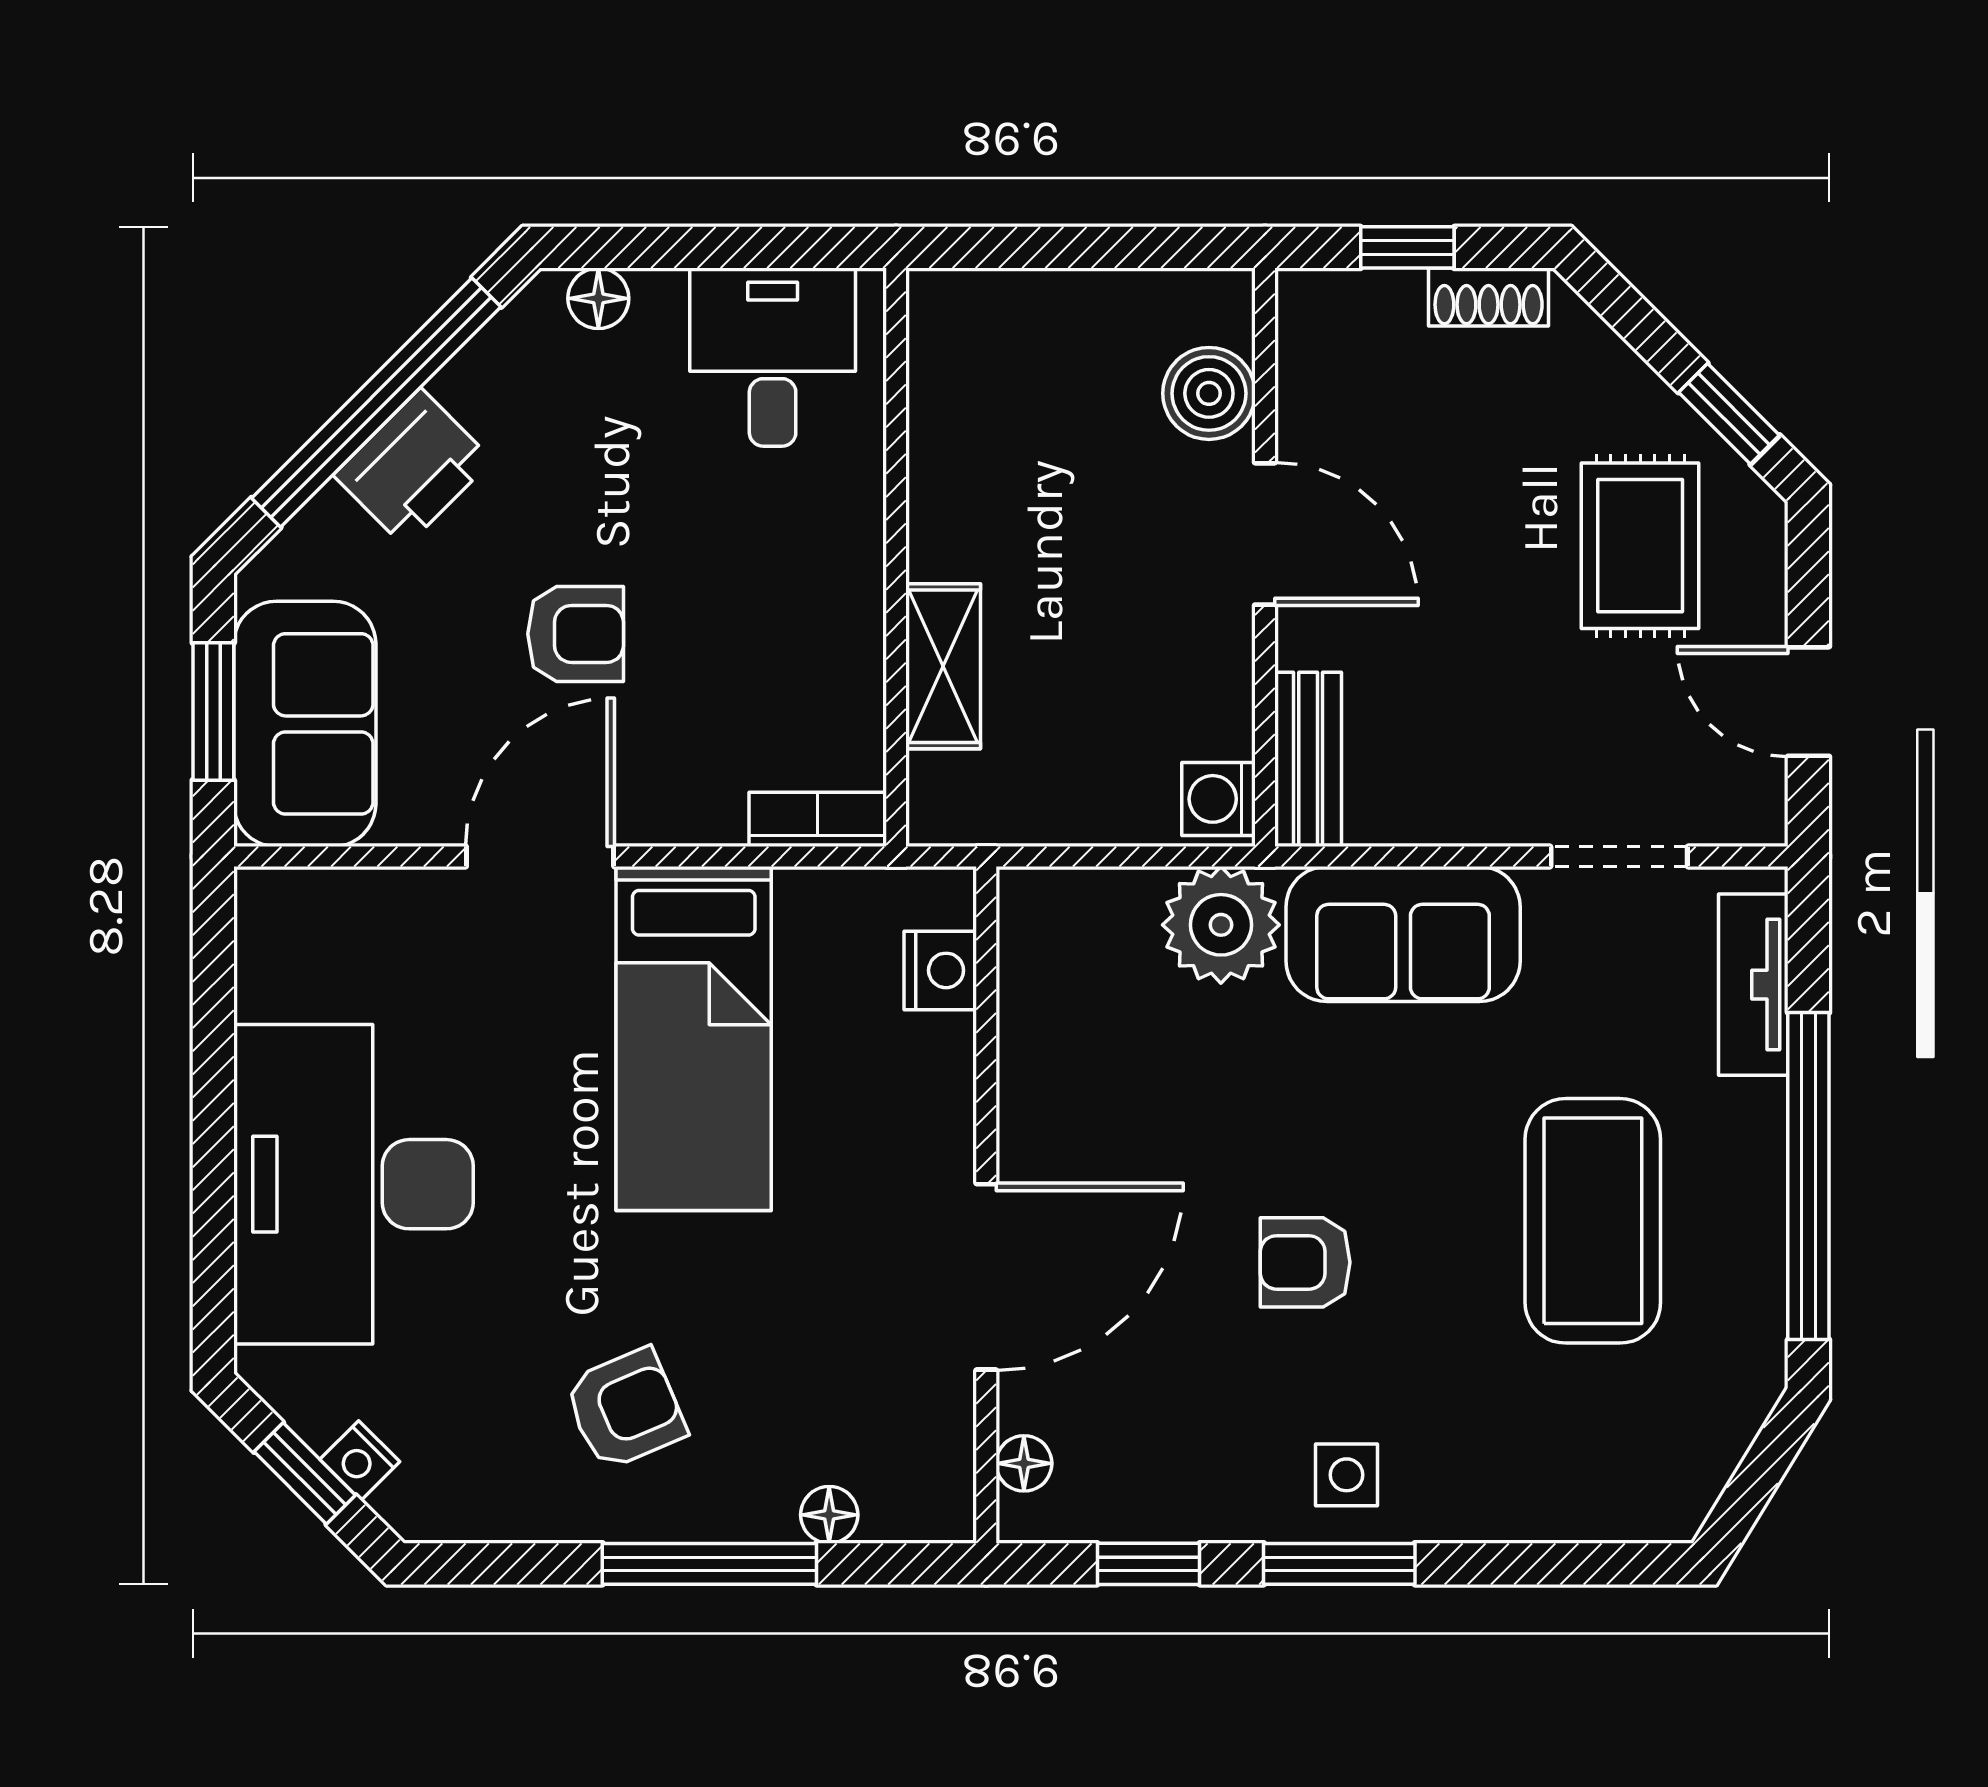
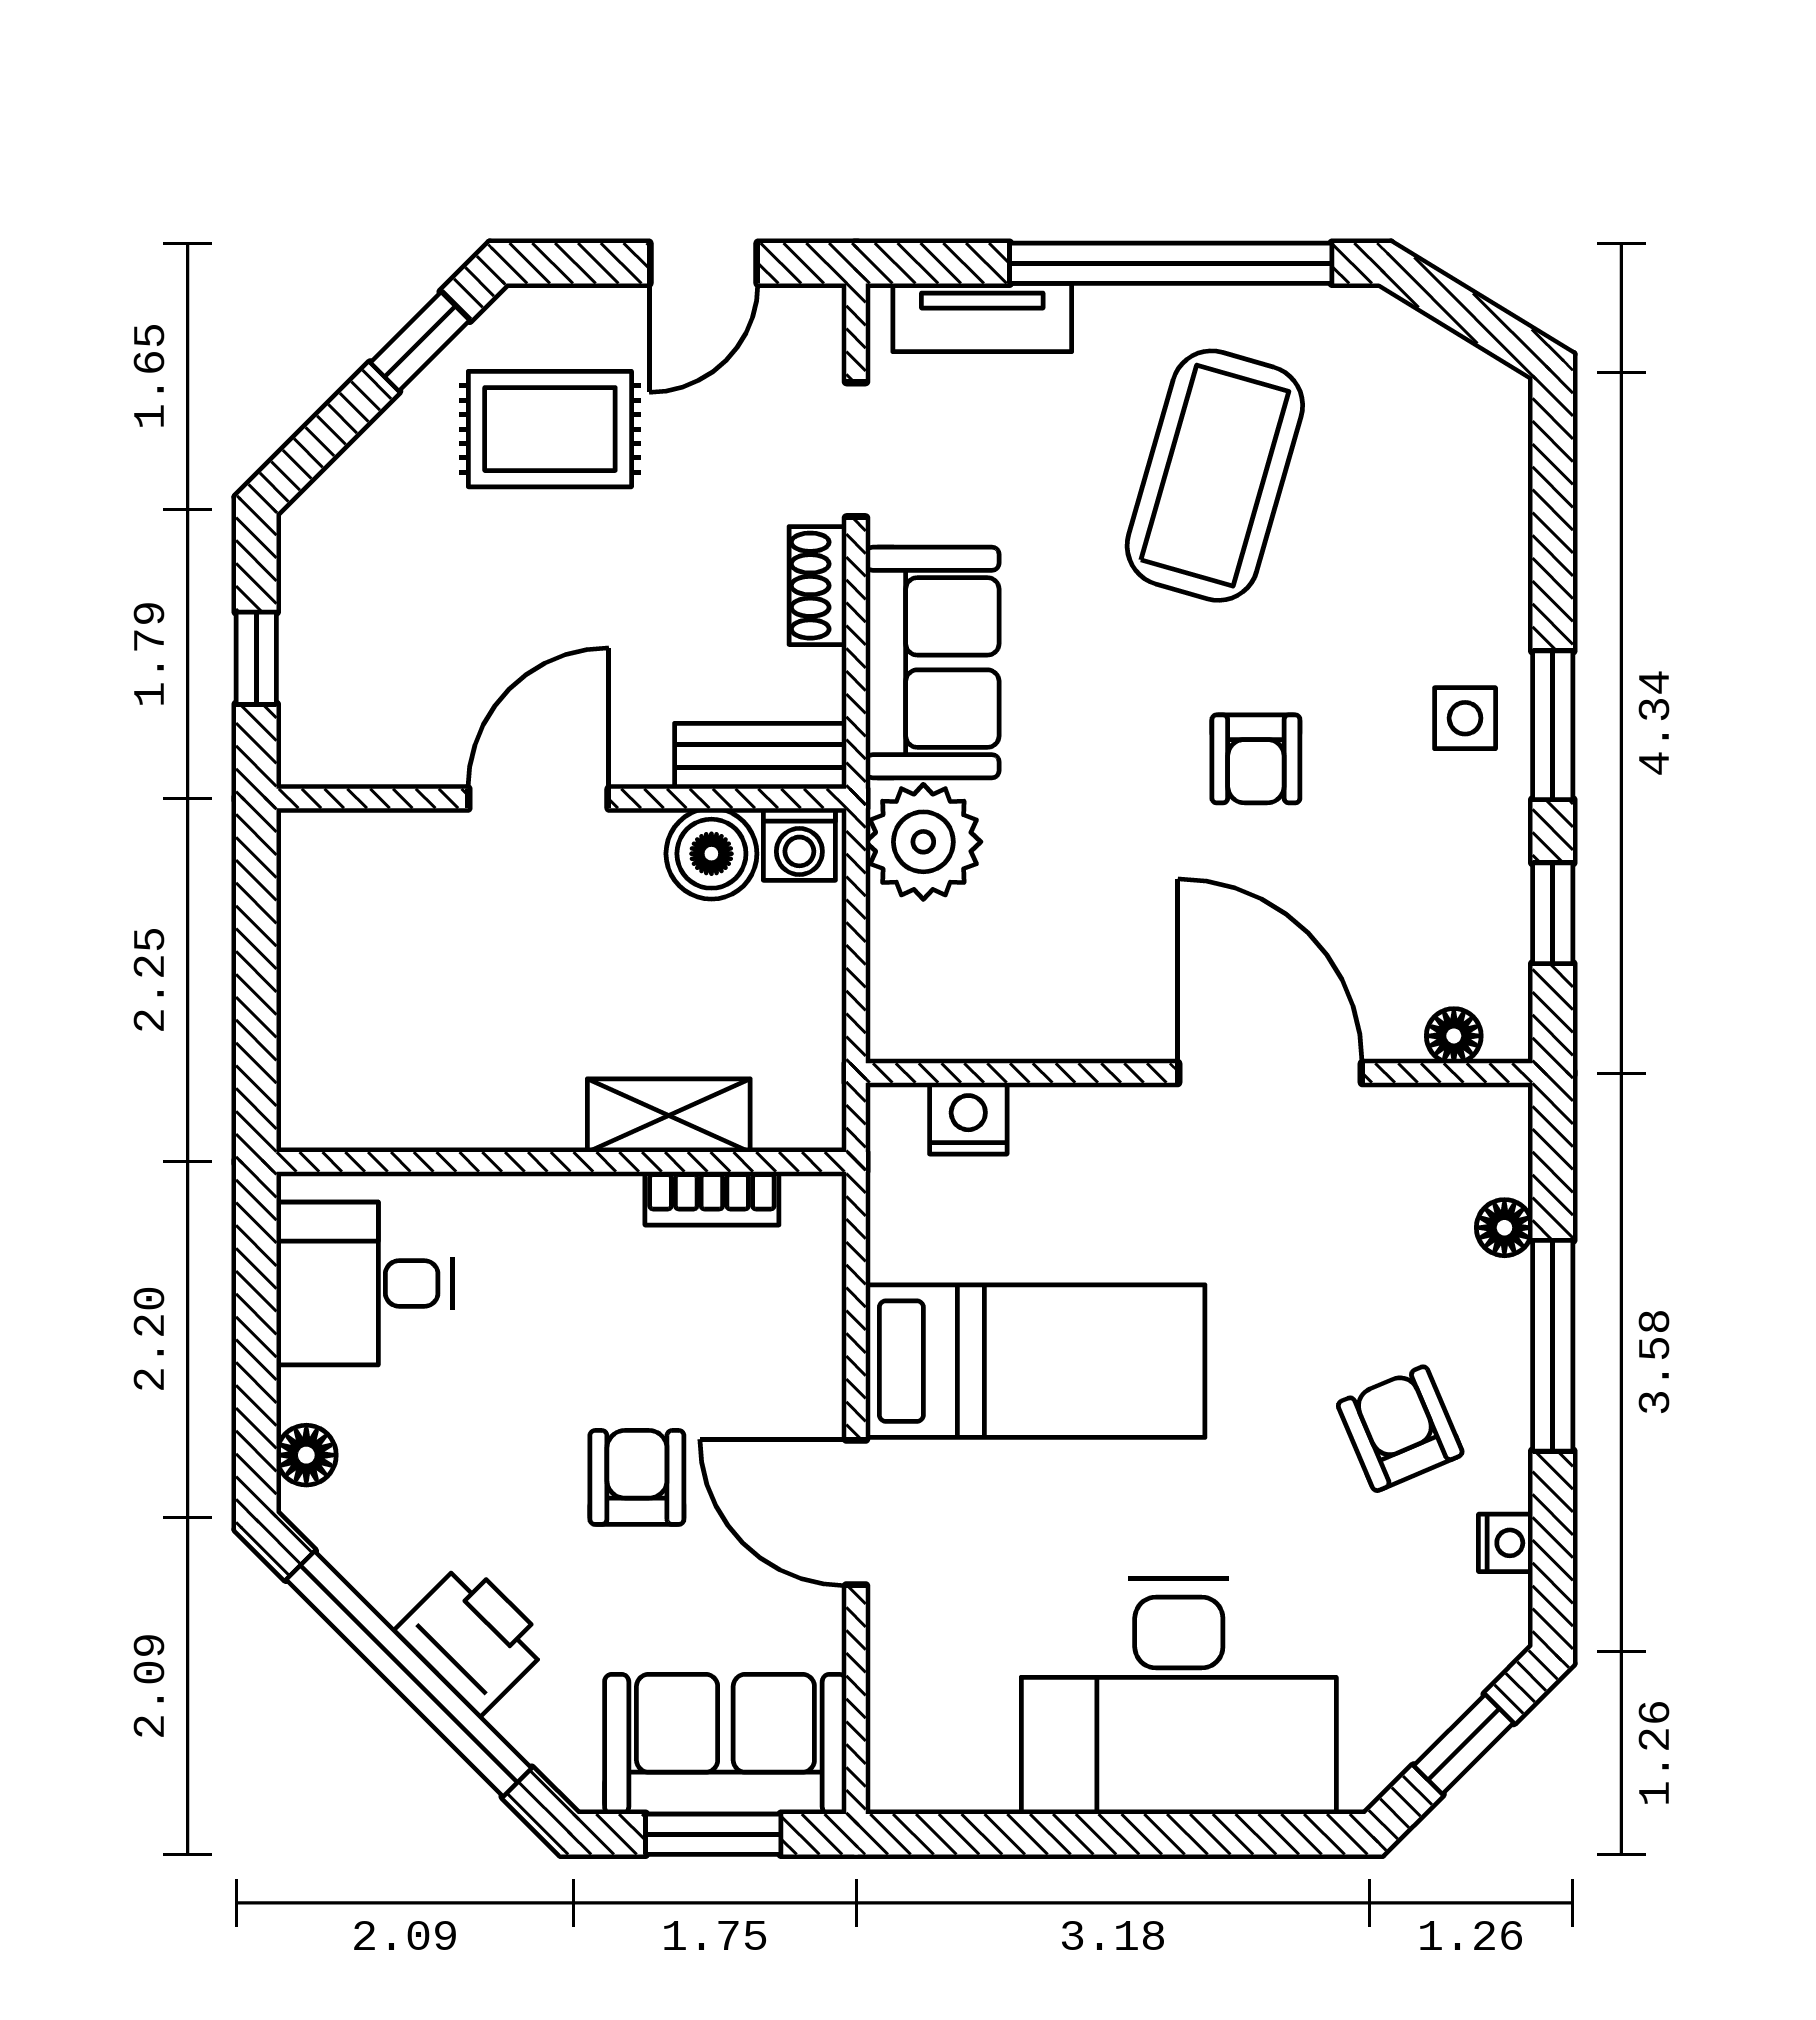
shoe rack: (1489, 297) -> (818, 586), moved, turned 180
boiler: (1209, 393) -> (711, 854), moved
bookcase: (817, 819) -> (712, 1198), moved, turned -90
coffee table: (1593, 1221) -> (1215, 476), turned -74
nightstand: (360, 1461) -> (1505, 1543), moved, turned -45

